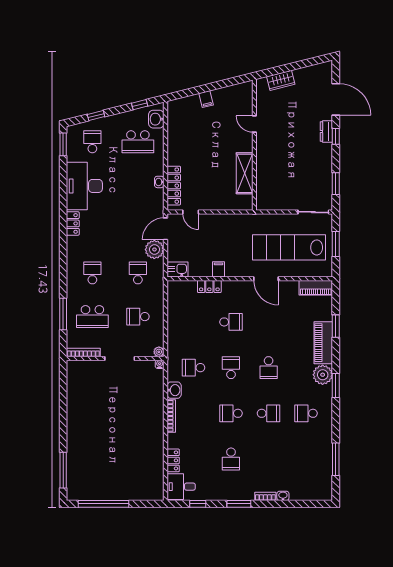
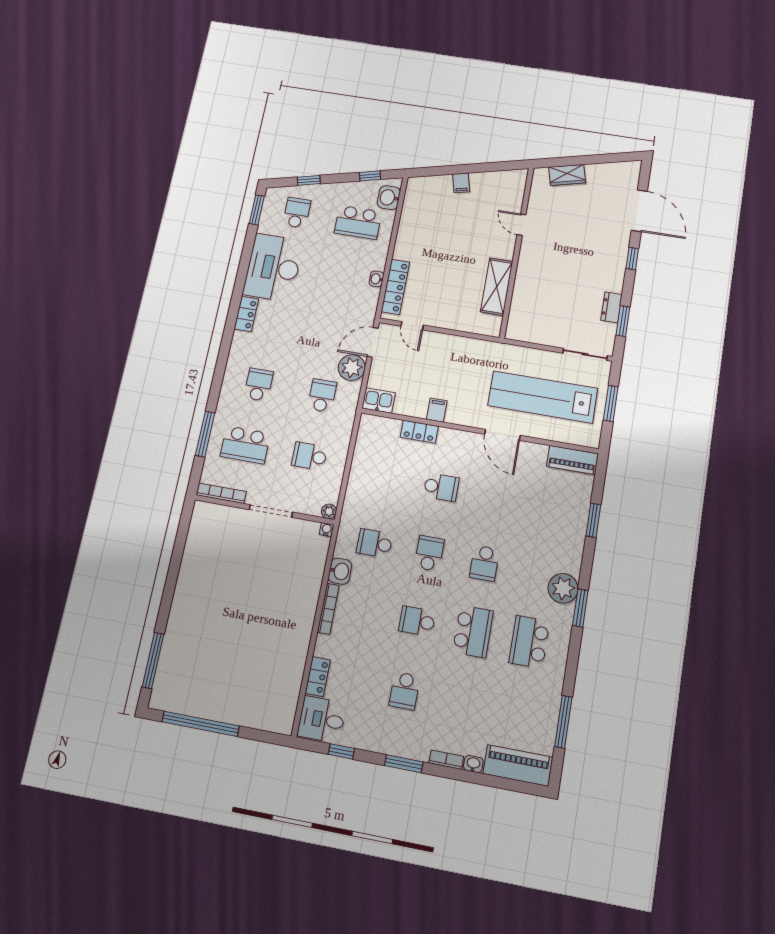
dresser: (326, 132) -> (611, 307), moved
piano: (323, 343) -> (518, 765), moved, turned 90
school desk: (269, 413) -> (473, 631), width x1.85
school desk: (306, 413) -> (529, 642), width x1.85

